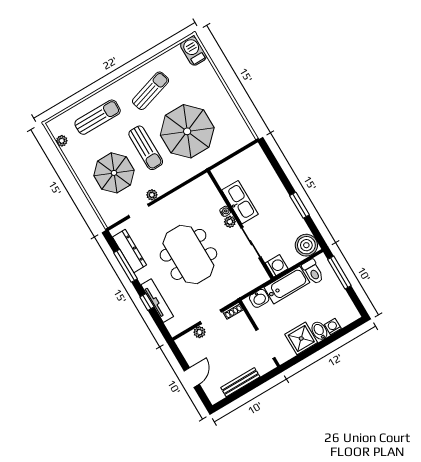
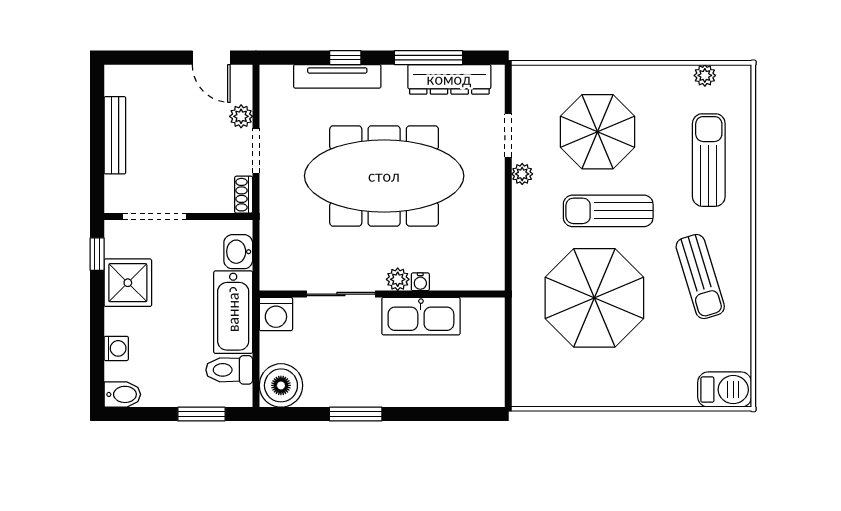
sun lounger: (98, 117) -> (709, 160), turned 180
meeting table: (188, 254) -> (384, 176), width x1.36
window: (339, 272) -> (201, 414), width x0.69
bidet: (319, 331) -> (122, 394), moved
window: (297, 359) -> (97, 254), added
door: (192, 377) -> (211, 58), moved

